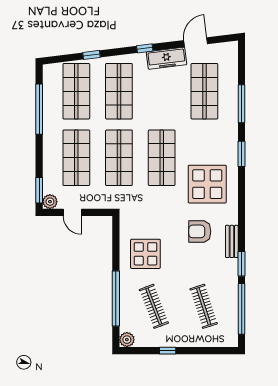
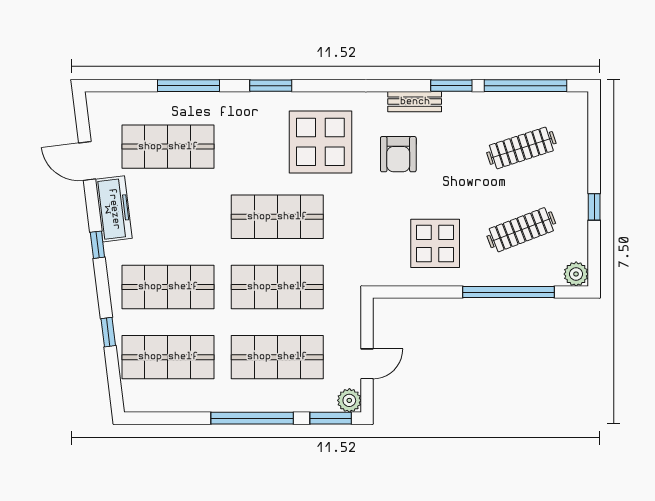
window: (39, 109) -> (252, 418), moved

